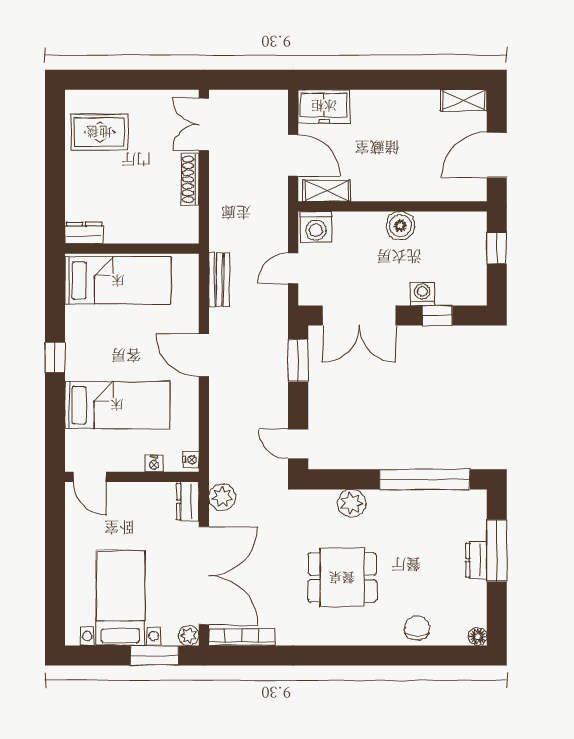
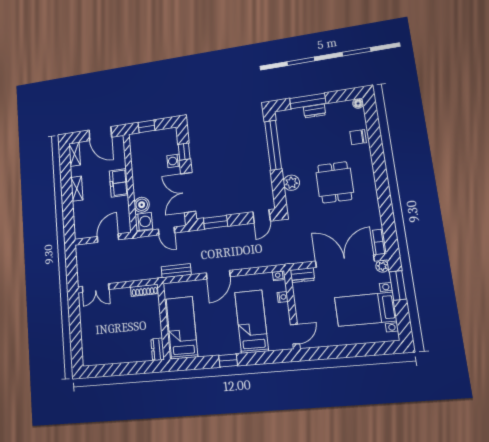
freezer: (324, 106) -> (119, 183), moved, turned 180
rug: (99, 132) -> (103, 345), removed
shoe rack: (190, 179) -> (145, 290), moved
shelving: (327, 191) -> (77, 189), moved
boiler: (400, 226) -> (142, 205), moved
double door: (359, 316) -> (188, 193), swing flipped
plant: (222, 497) -> (297, 256), removed
bookcase: (242, 637) -> (380, 242), width x0.64

